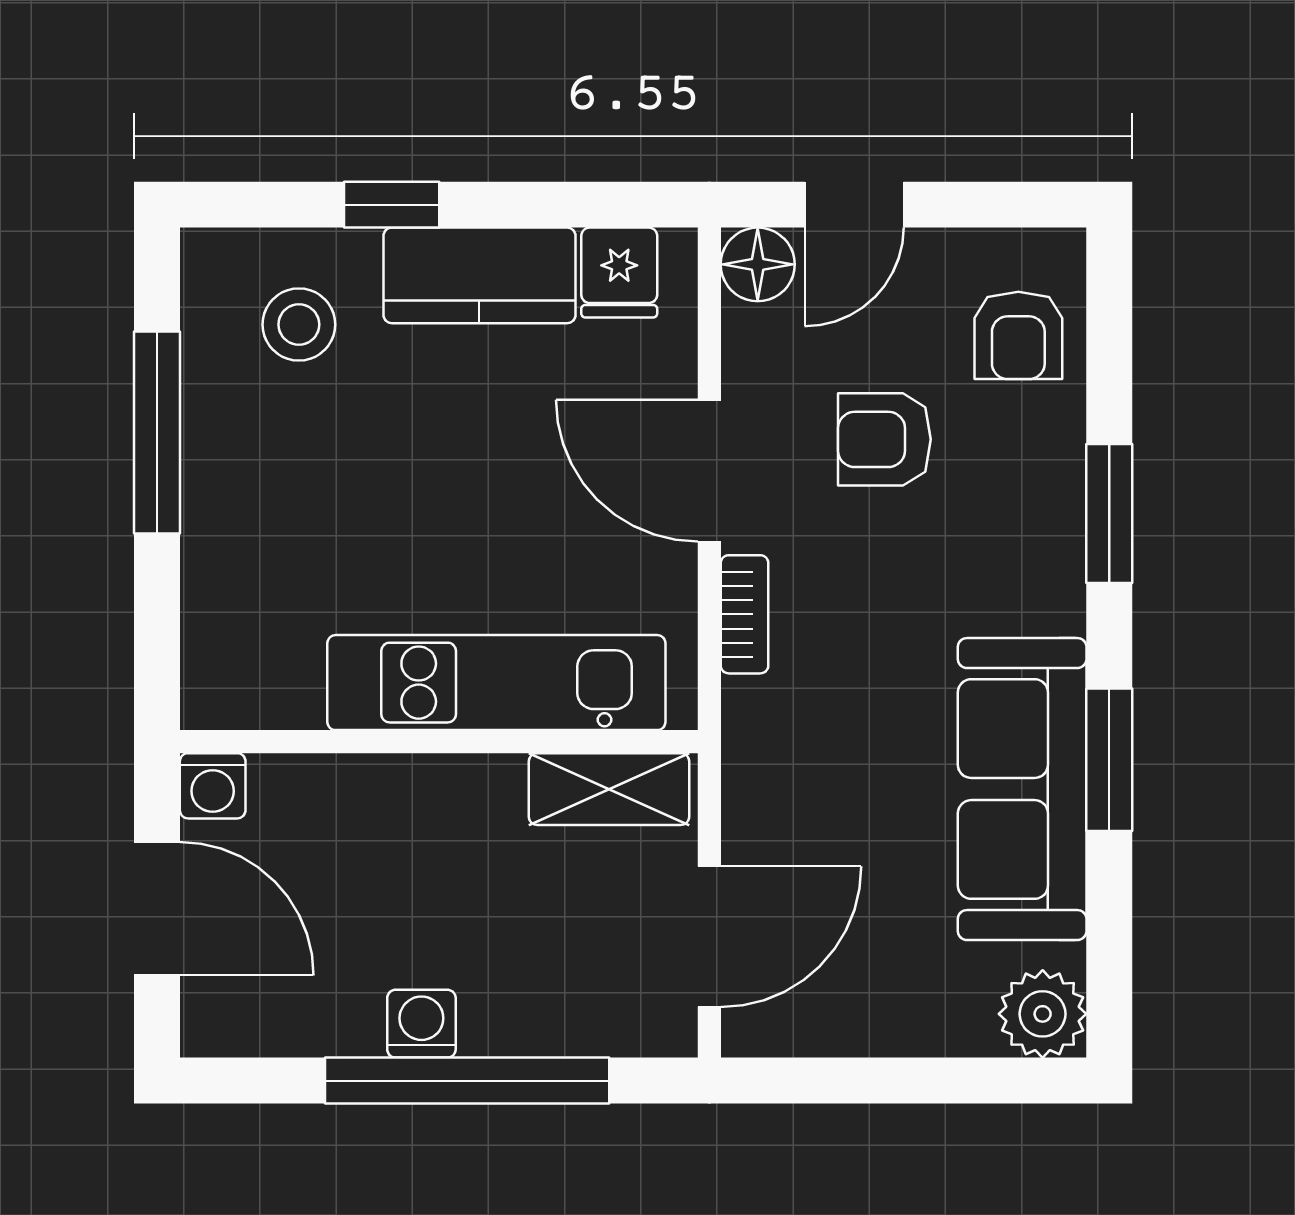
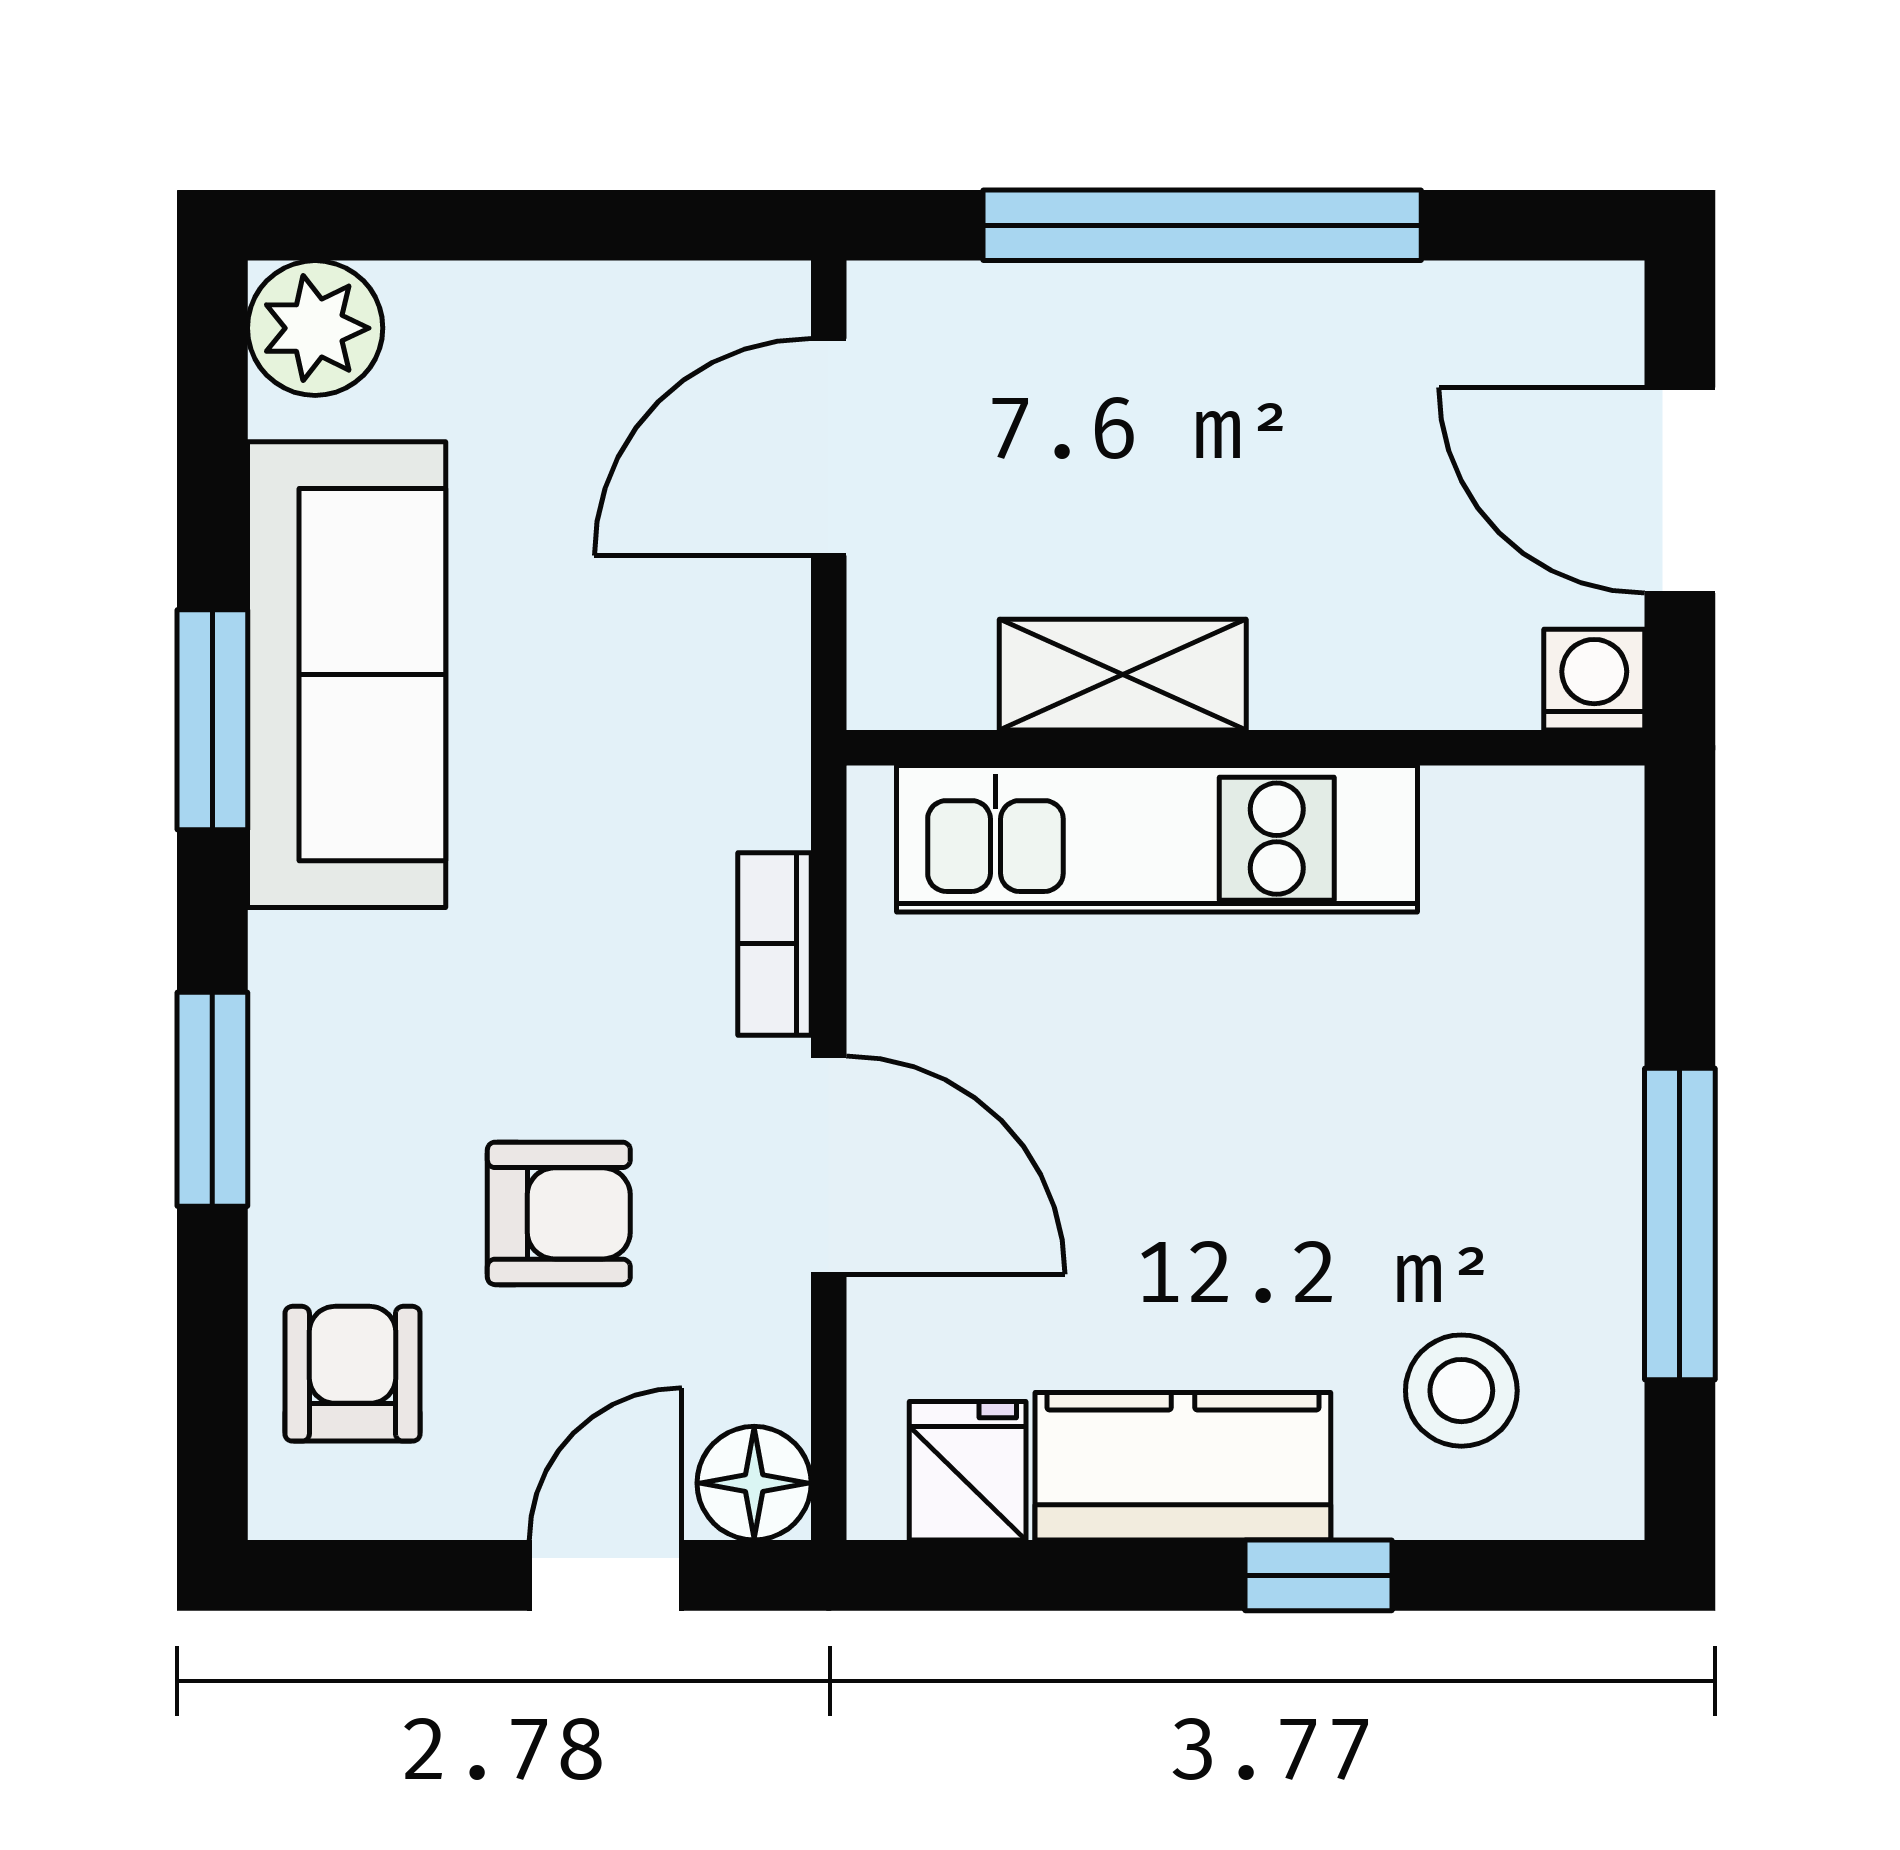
shelving: (609, 789) -> (1123, 675), moved
washing machine: (421, 1024) -> (1272, 313), removed

